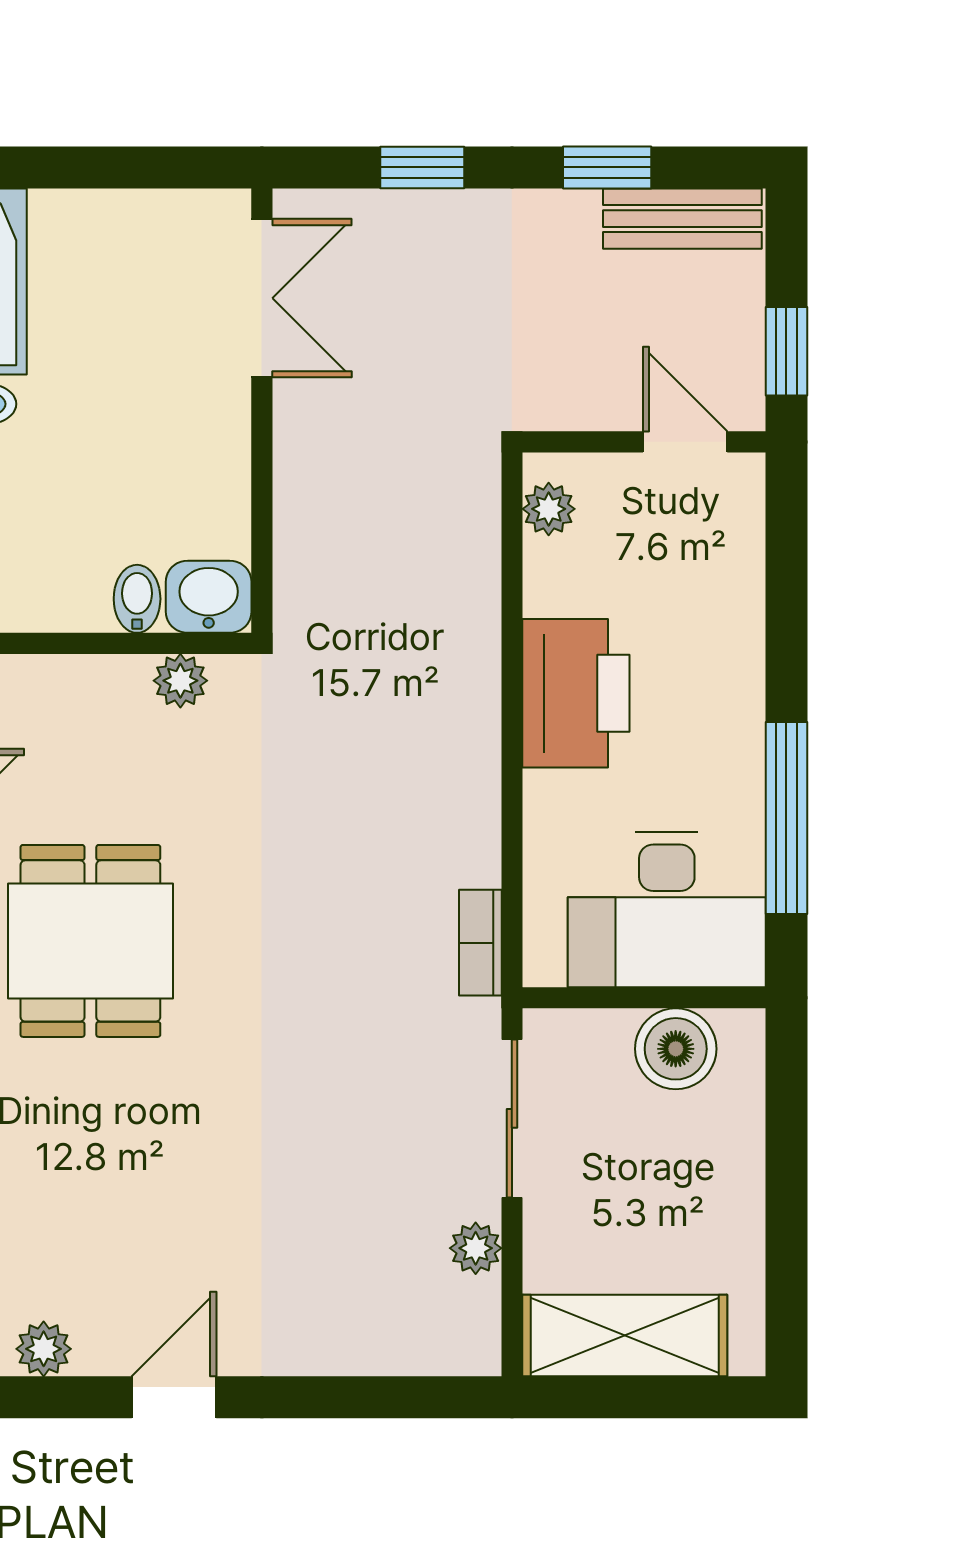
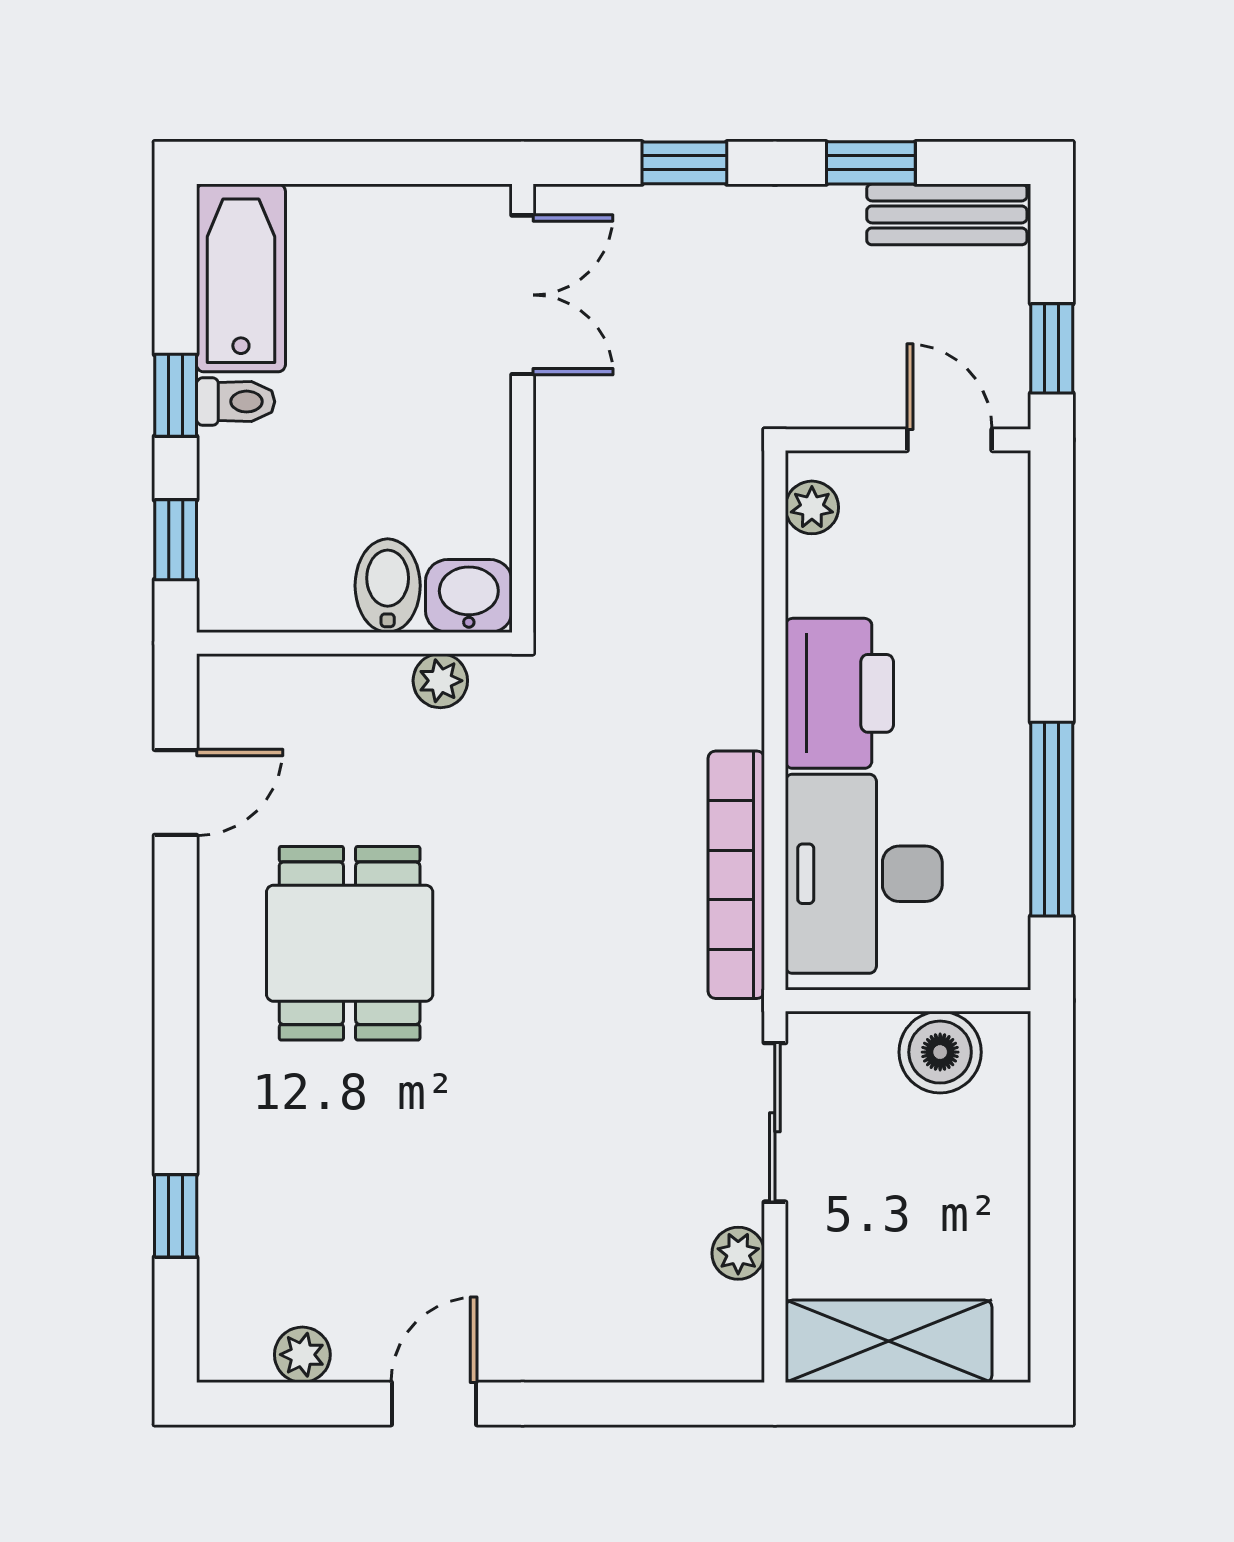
bidet: (137, 599) -> (388, 586), width x1.38, depth x1.36
desk: (667, 910) -> (864, 874), moved, turned 90
bookcase: (480, 943) -> (736, 875), width x2.31, depth x1.31

